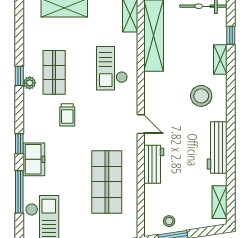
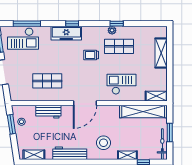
door: (141, 124) -> (85, 103), width x1.88
freezer: (34, 159) -> (66, 33), width x1.40
workbench: (154, 164) -> (48, 112), moved
shop shelf: (107, 182) -> (47, 81), width x0.70, depth x0.74
window: (19, 192) -> (27, 24), moved

